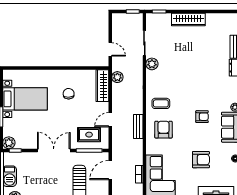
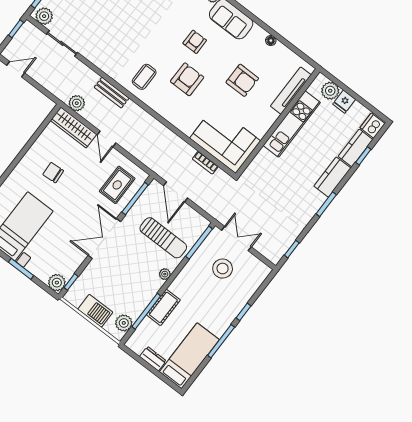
door: (110, 49) -> (16, 69), moved
plant: (152, 64) -> (44, 16), moved
door: (110, 120) -> (107, 139), moved
bench: (138, 127) -> (112, 93), moved
armchair: (164, 130) -> (187, 79), moved, turned 90
armchair: (201, 160) -> (242, 80), turned 90

